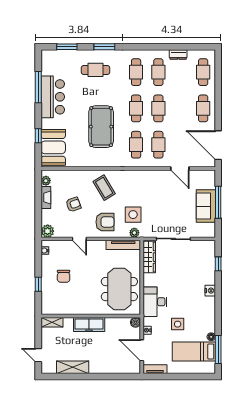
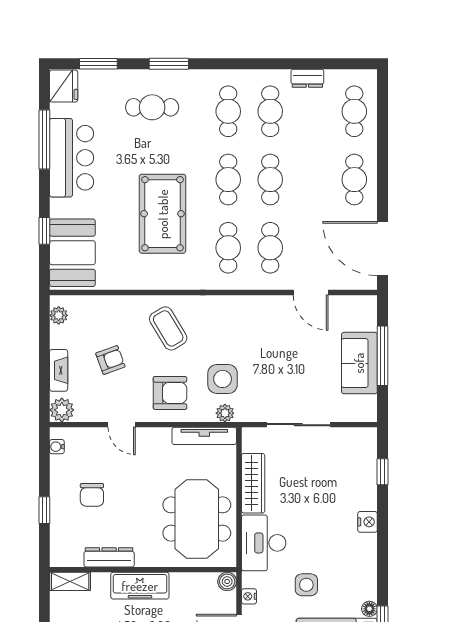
fridge: (48, 59) -> (64, 86), added
fireplace: (46, 198) -> (59, 370), moved
wardrobe: (149, 257) -> (253, 483), moved
dresser: (73, 309) -> (109, 557), added

